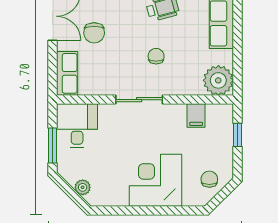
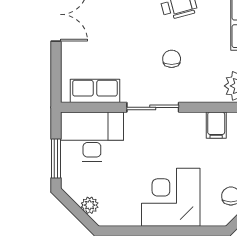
chair: (94, 33) -> (103, 33), removed
row of seats: (67, 73) -> (95, 91), moved, turned -90
desk: (77, 126) -> (92, 137), width x1.37

